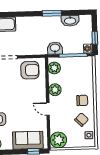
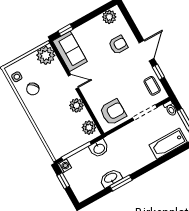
washbasin: (70, 21) -> (111, 178), moved
armchair: (30, 70) -> (113, 112), turned 180
chair: (82, 100) -> (42, 109), removed
sofa: (28, 140) -> (70, 51), moved, turned -90

